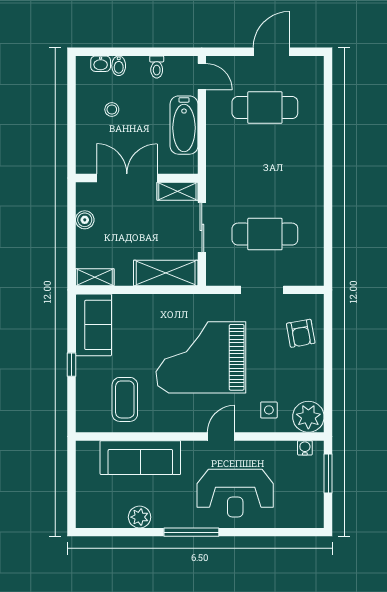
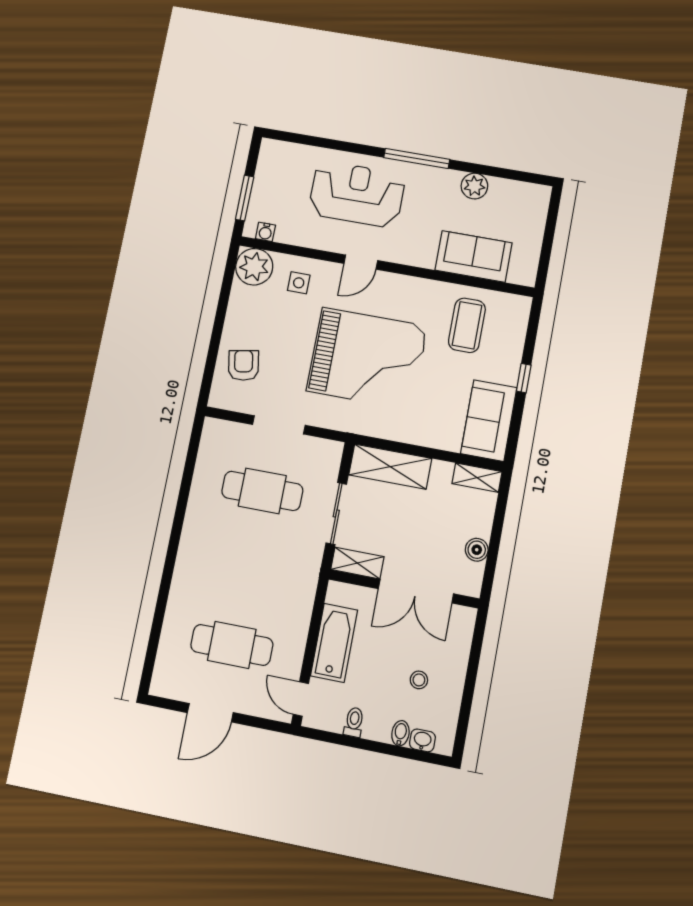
sofa: (140, 458) -> (474, 256), width x0.73

